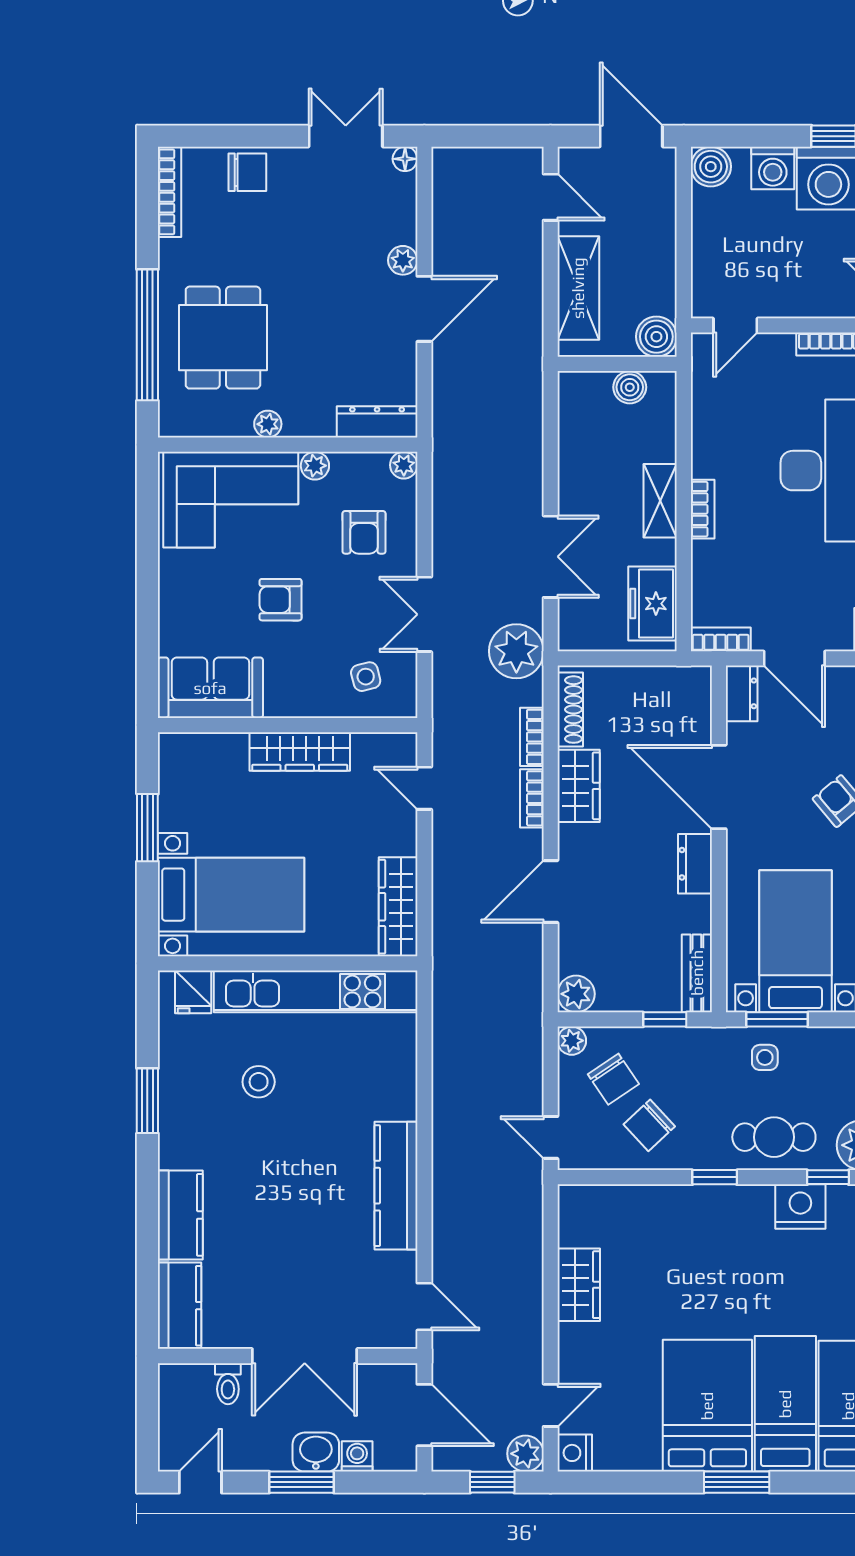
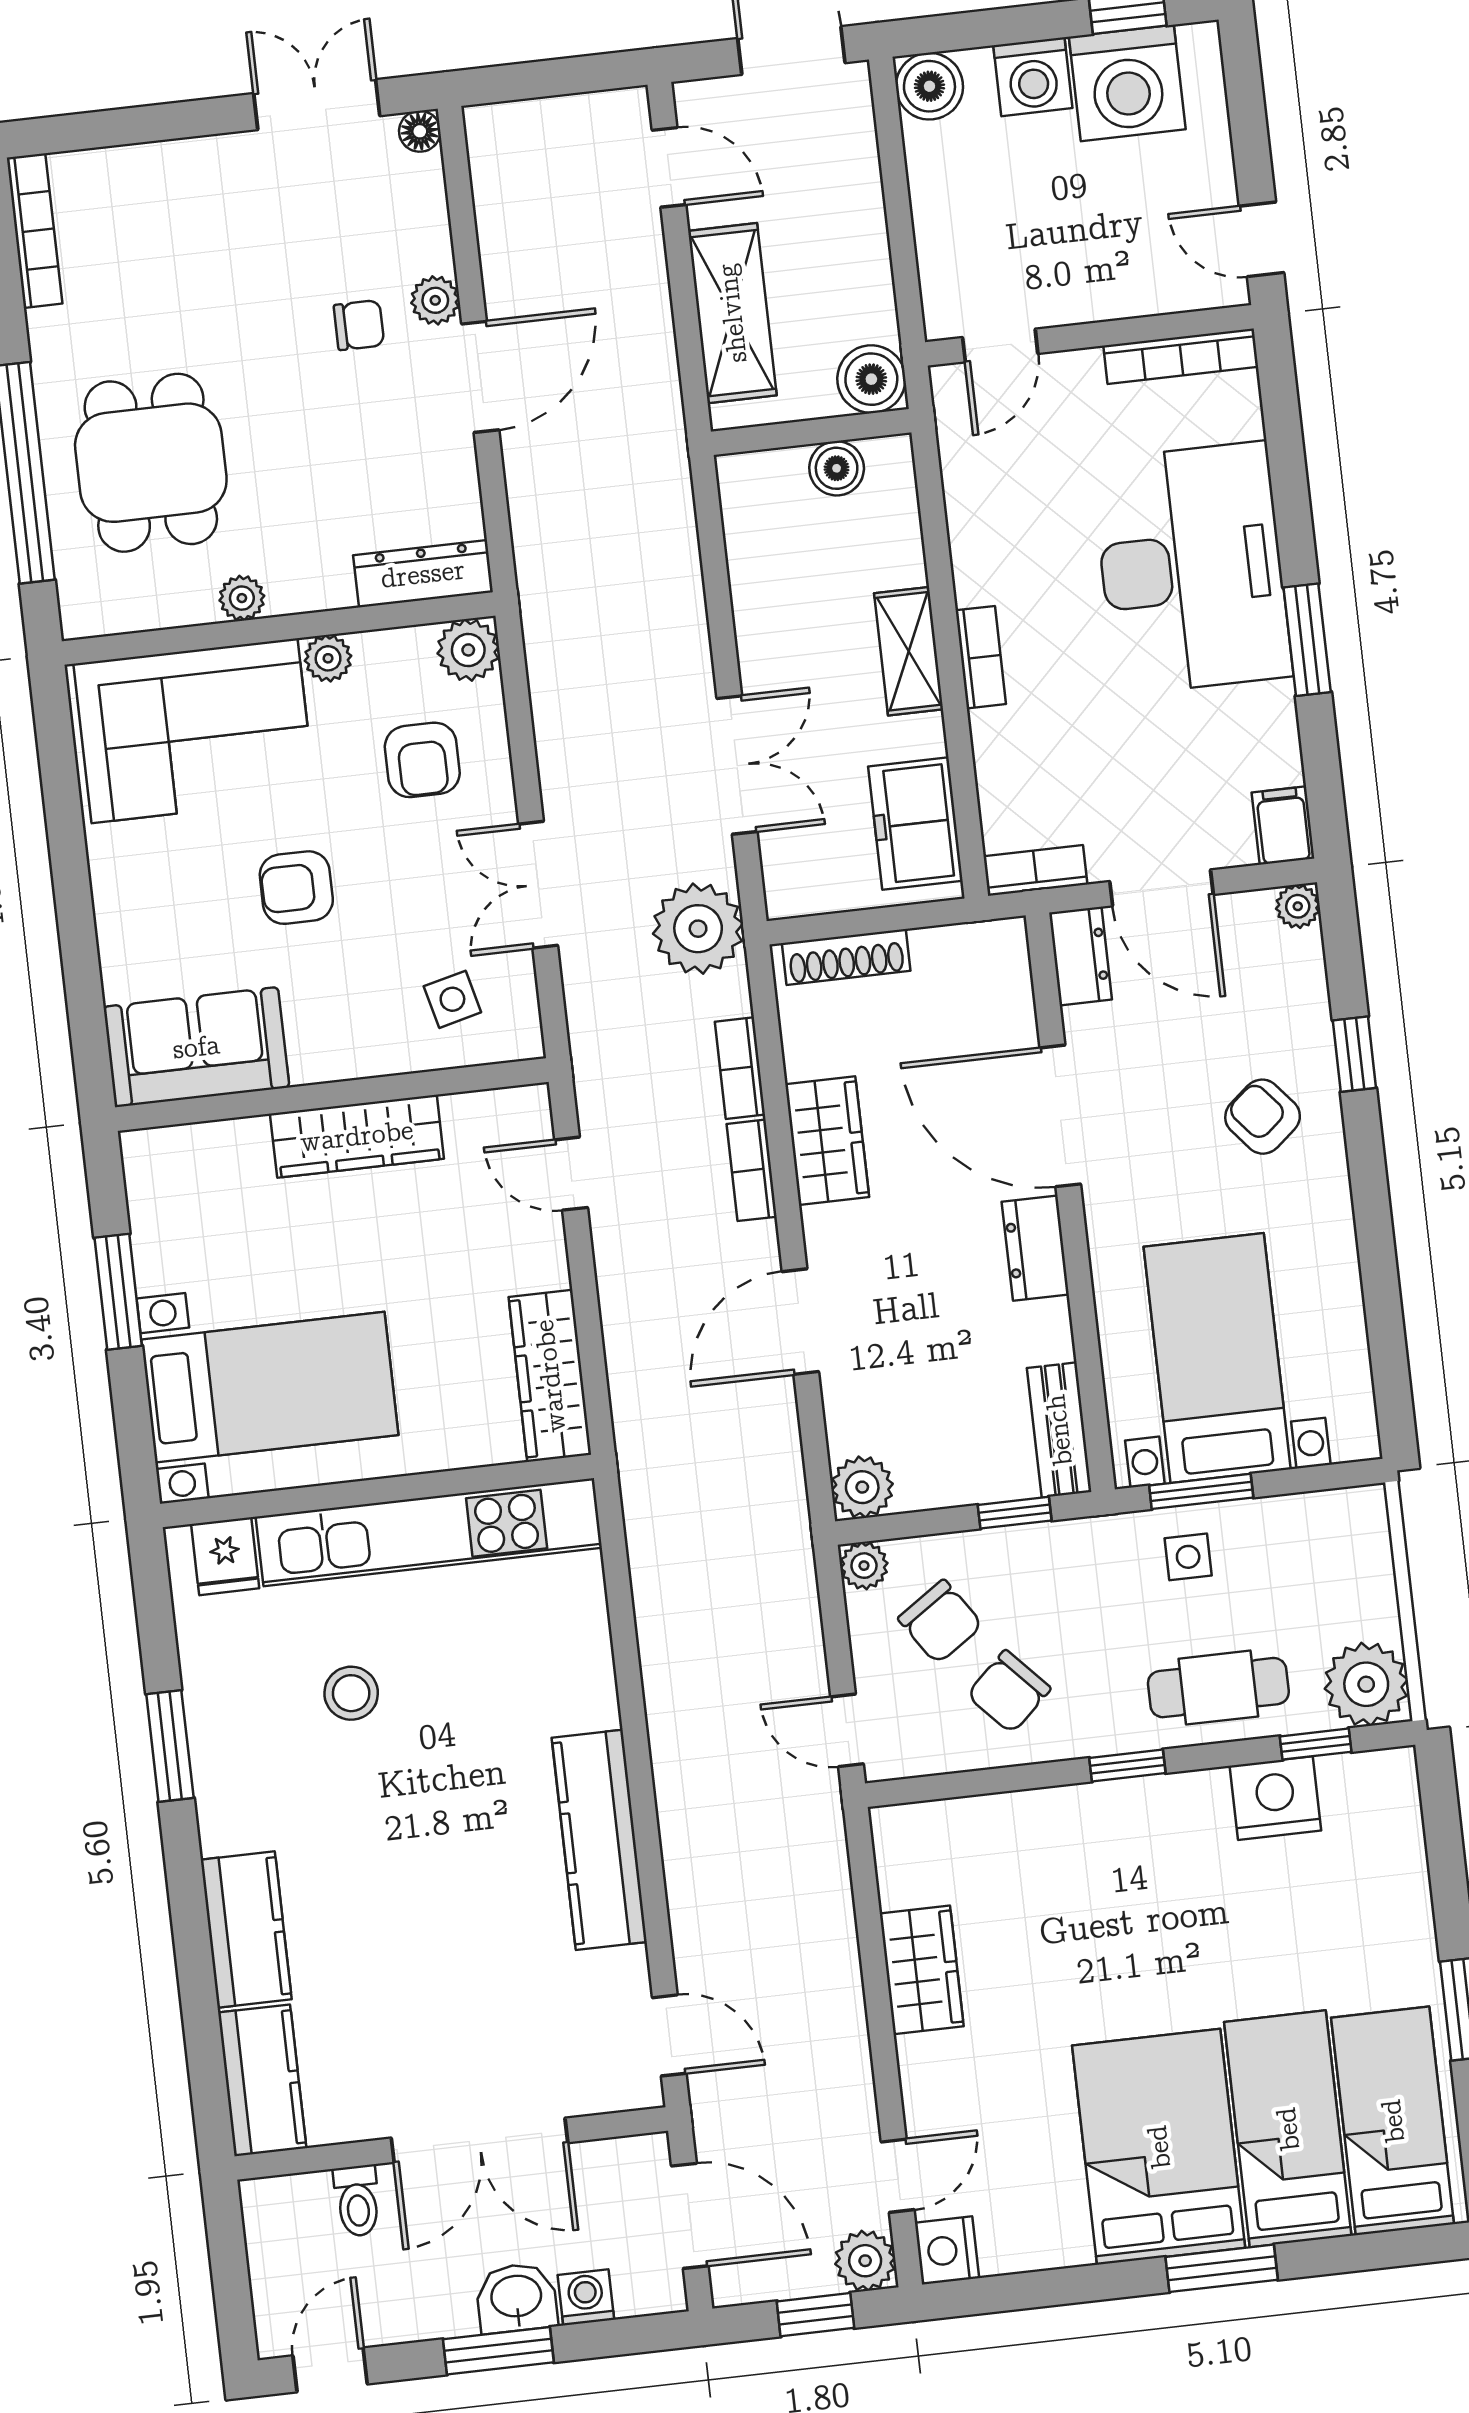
chair: (247, 172) -> (359, 325), moved, width x0.73, depth x0.73
plant: (404, 465) -> (468, 650), width x1.38, depth x1.38
shoe rack: (570, 710) -> (846, 957), moved, turned 90

